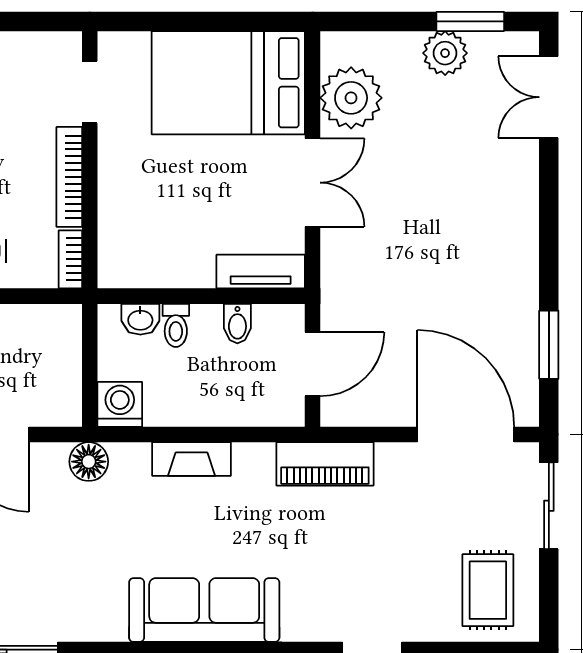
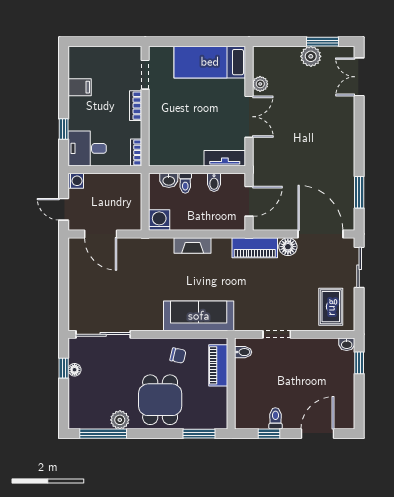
bed: (228, 83) -> (210, 62), width x0.67
plant: (351, 98) -> (260, 84), width x0.53, depth x0.53
bookcase: (69, 177) -> (136, 106), width x0.64
floor lamp: (89, 462) -> (288, 247), moved

